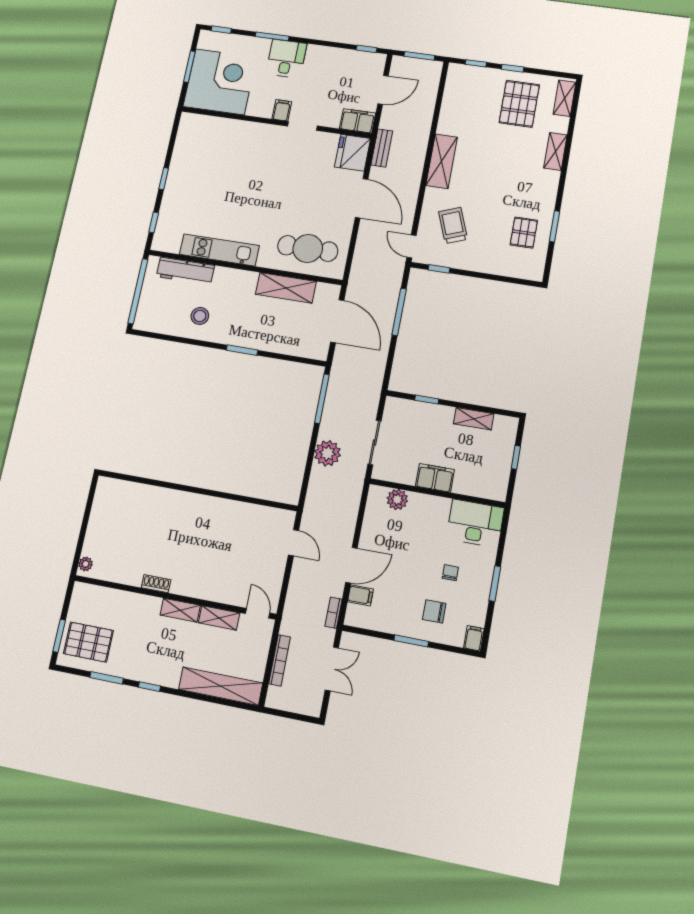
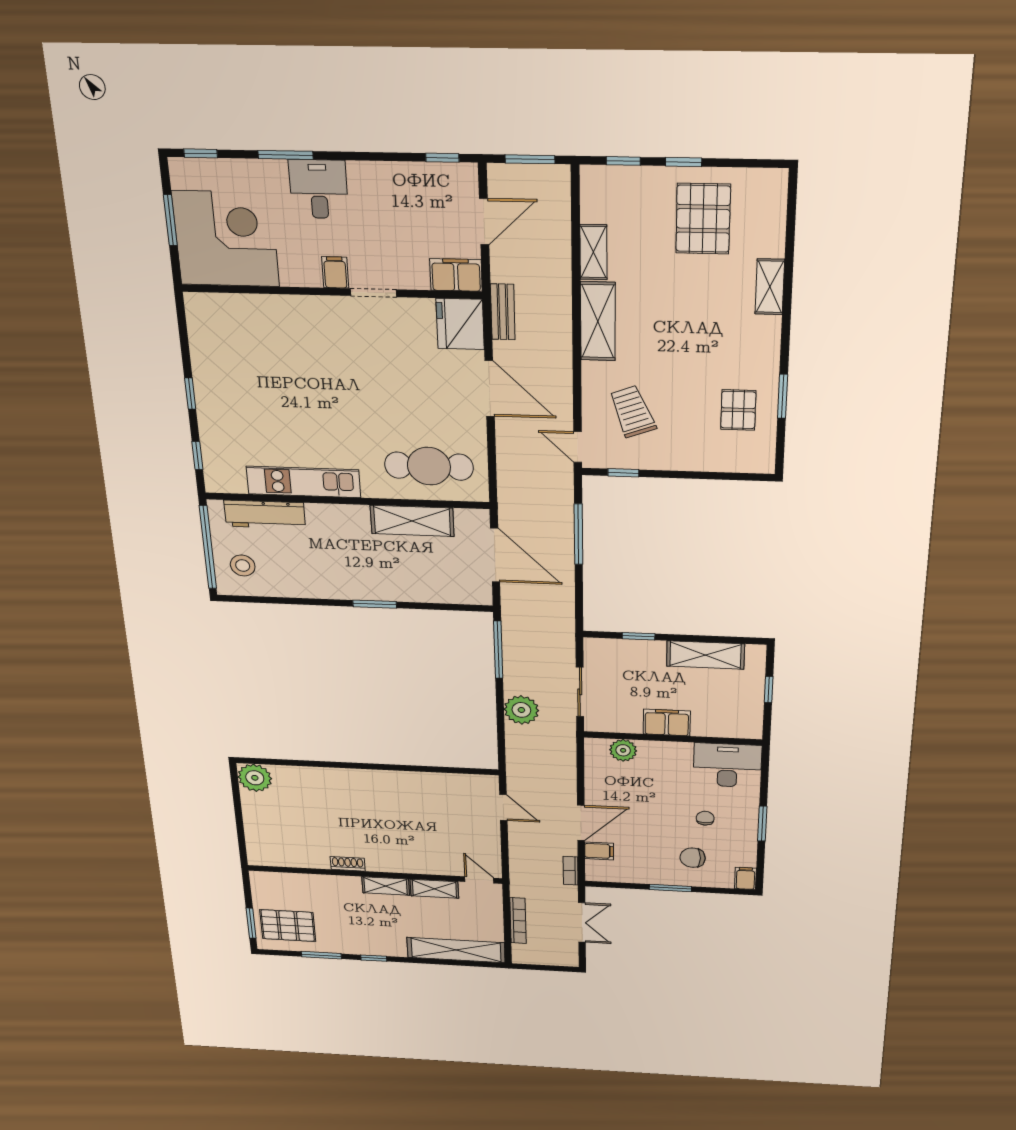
shelving: (565, 98) -> (593, 252), moved
stool: (200, 316) -> (243, 565), moved
shelving: (474, 419) -> (705, 655), width x1.50, depth x1.33
plant: (86, 564) -> (255, 778), moved, width x1.87, depth x1.87

